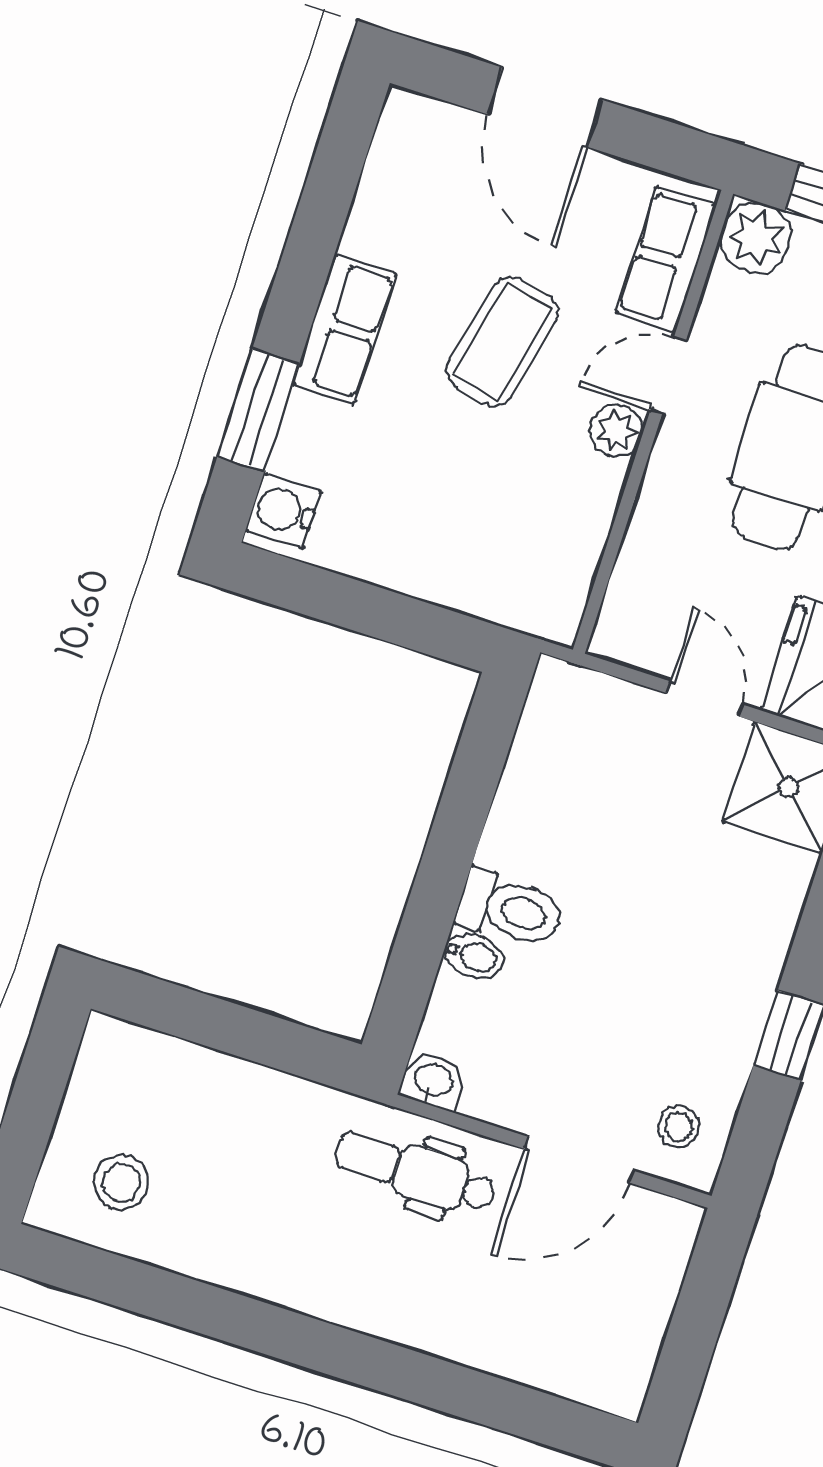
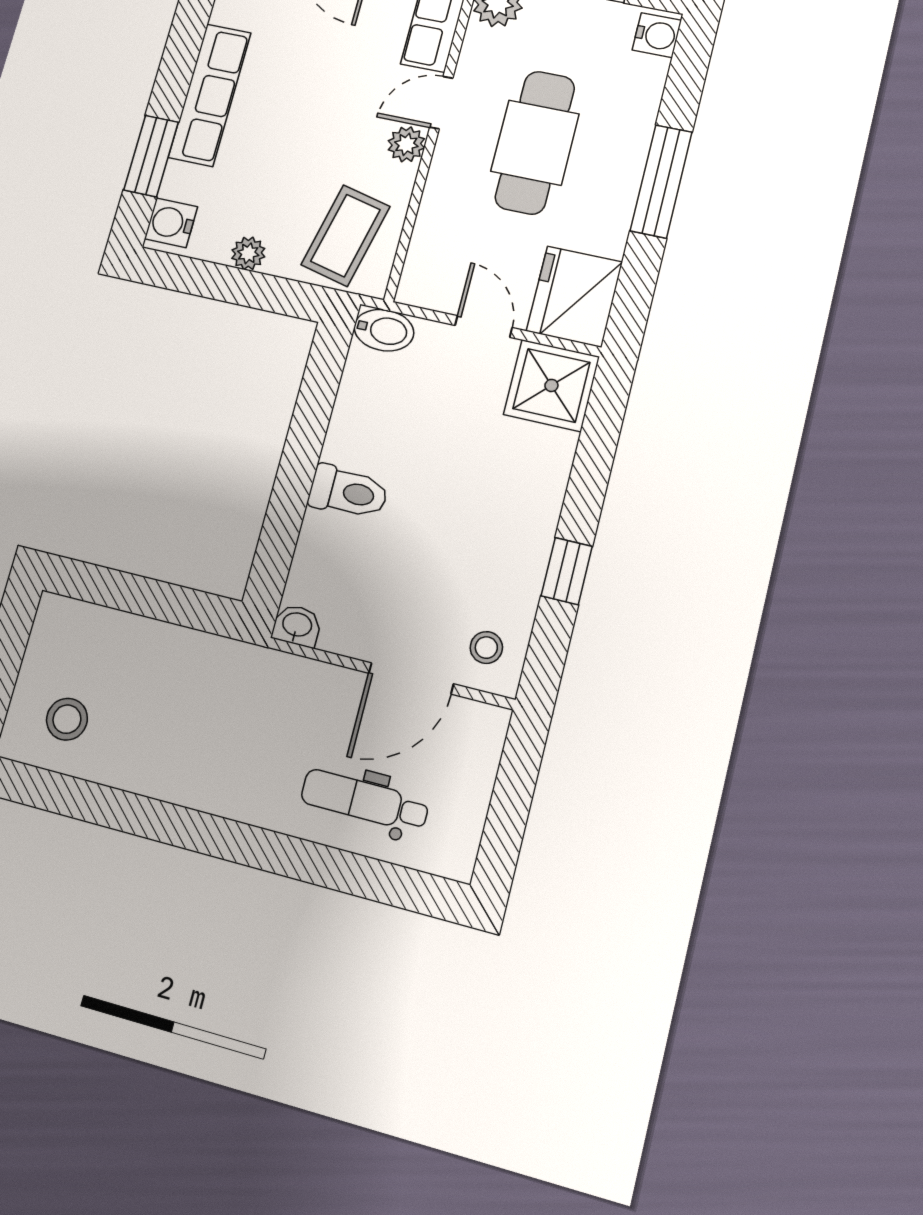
row of seats: (345, 329) -> (210, 95), width x1.48
coffee table: (502, 342) -> (345, 236), moved
plant: (390, 566) -> (248, 253), added
bidet: (474, 956) -> (384, 330), moved, width x1.38, depth x1.36
dental chair: (415, 1172) -> (365, 801), moved

